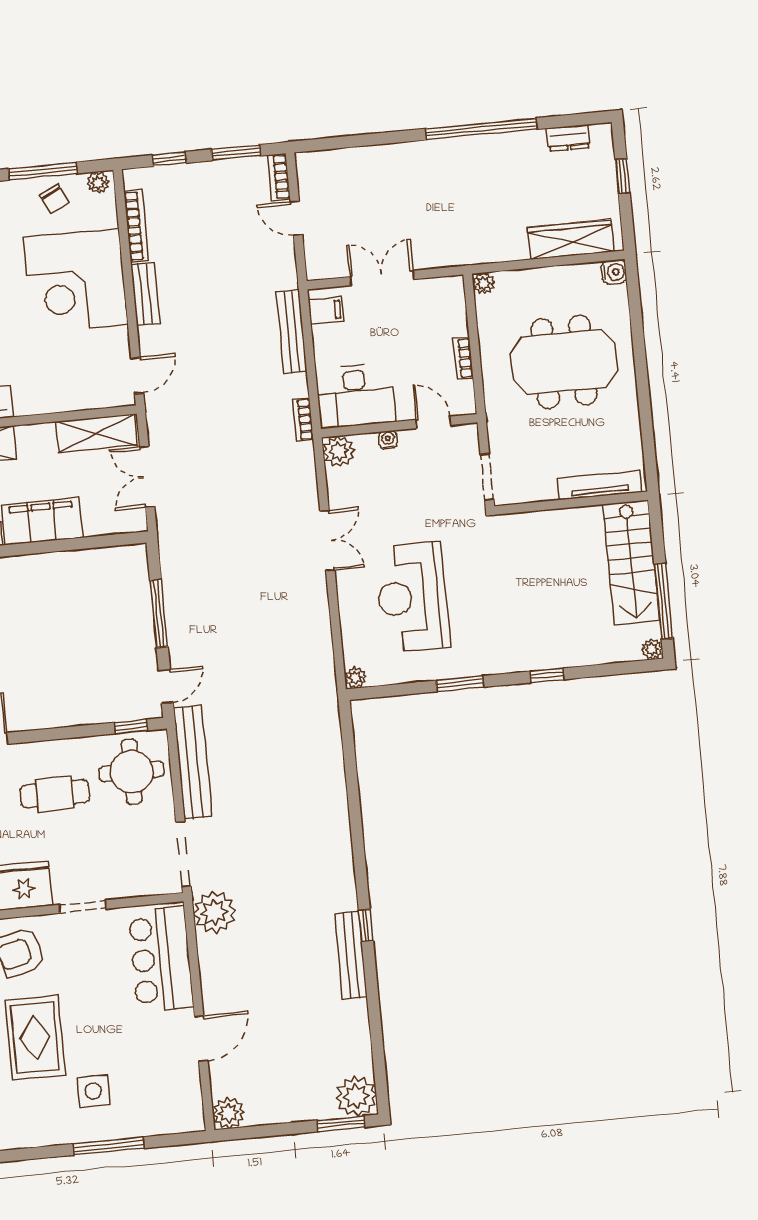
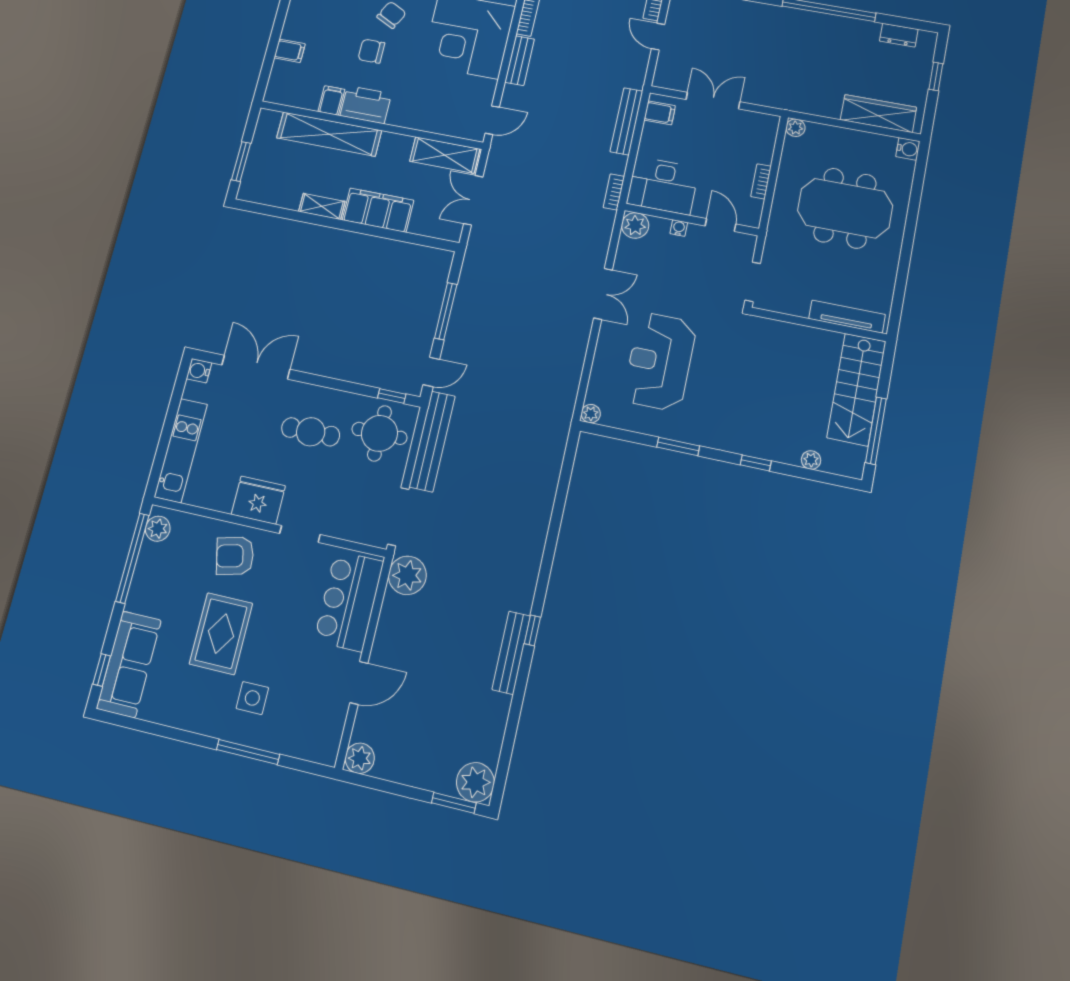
plant: (652, 649) -> (811, 460), moved

